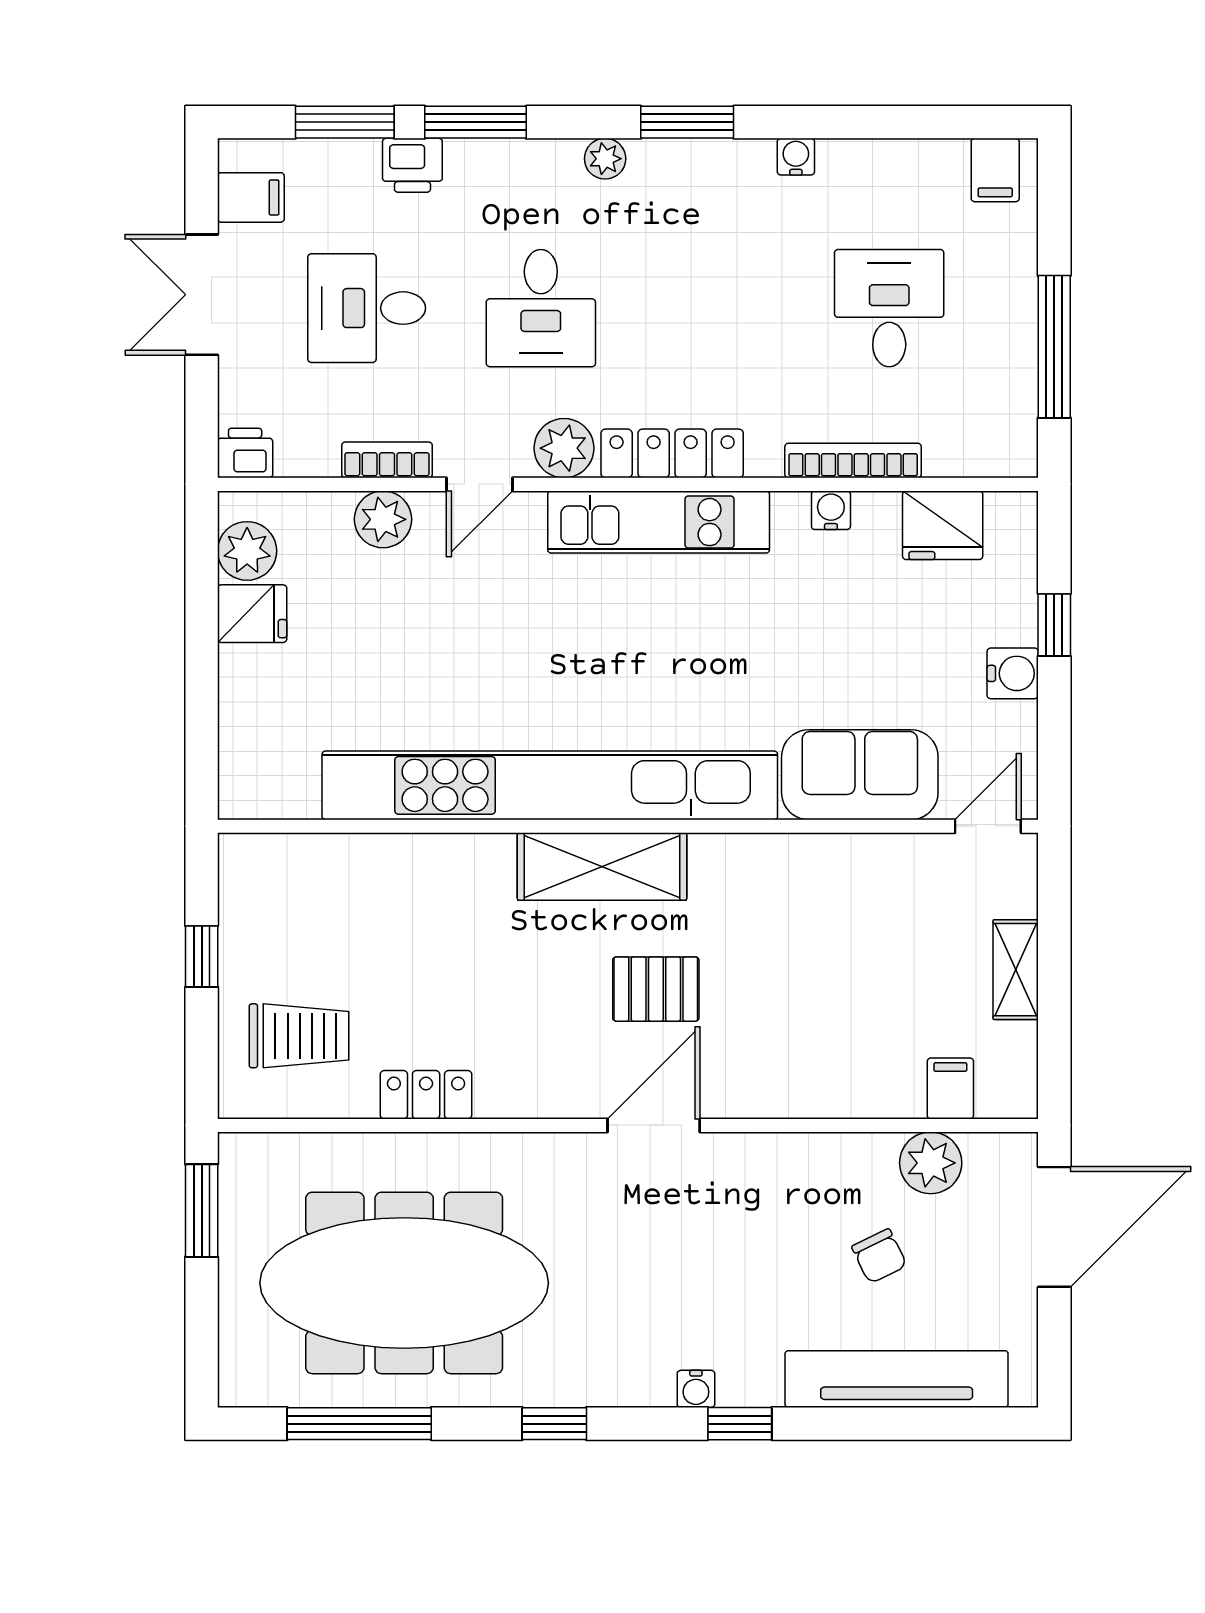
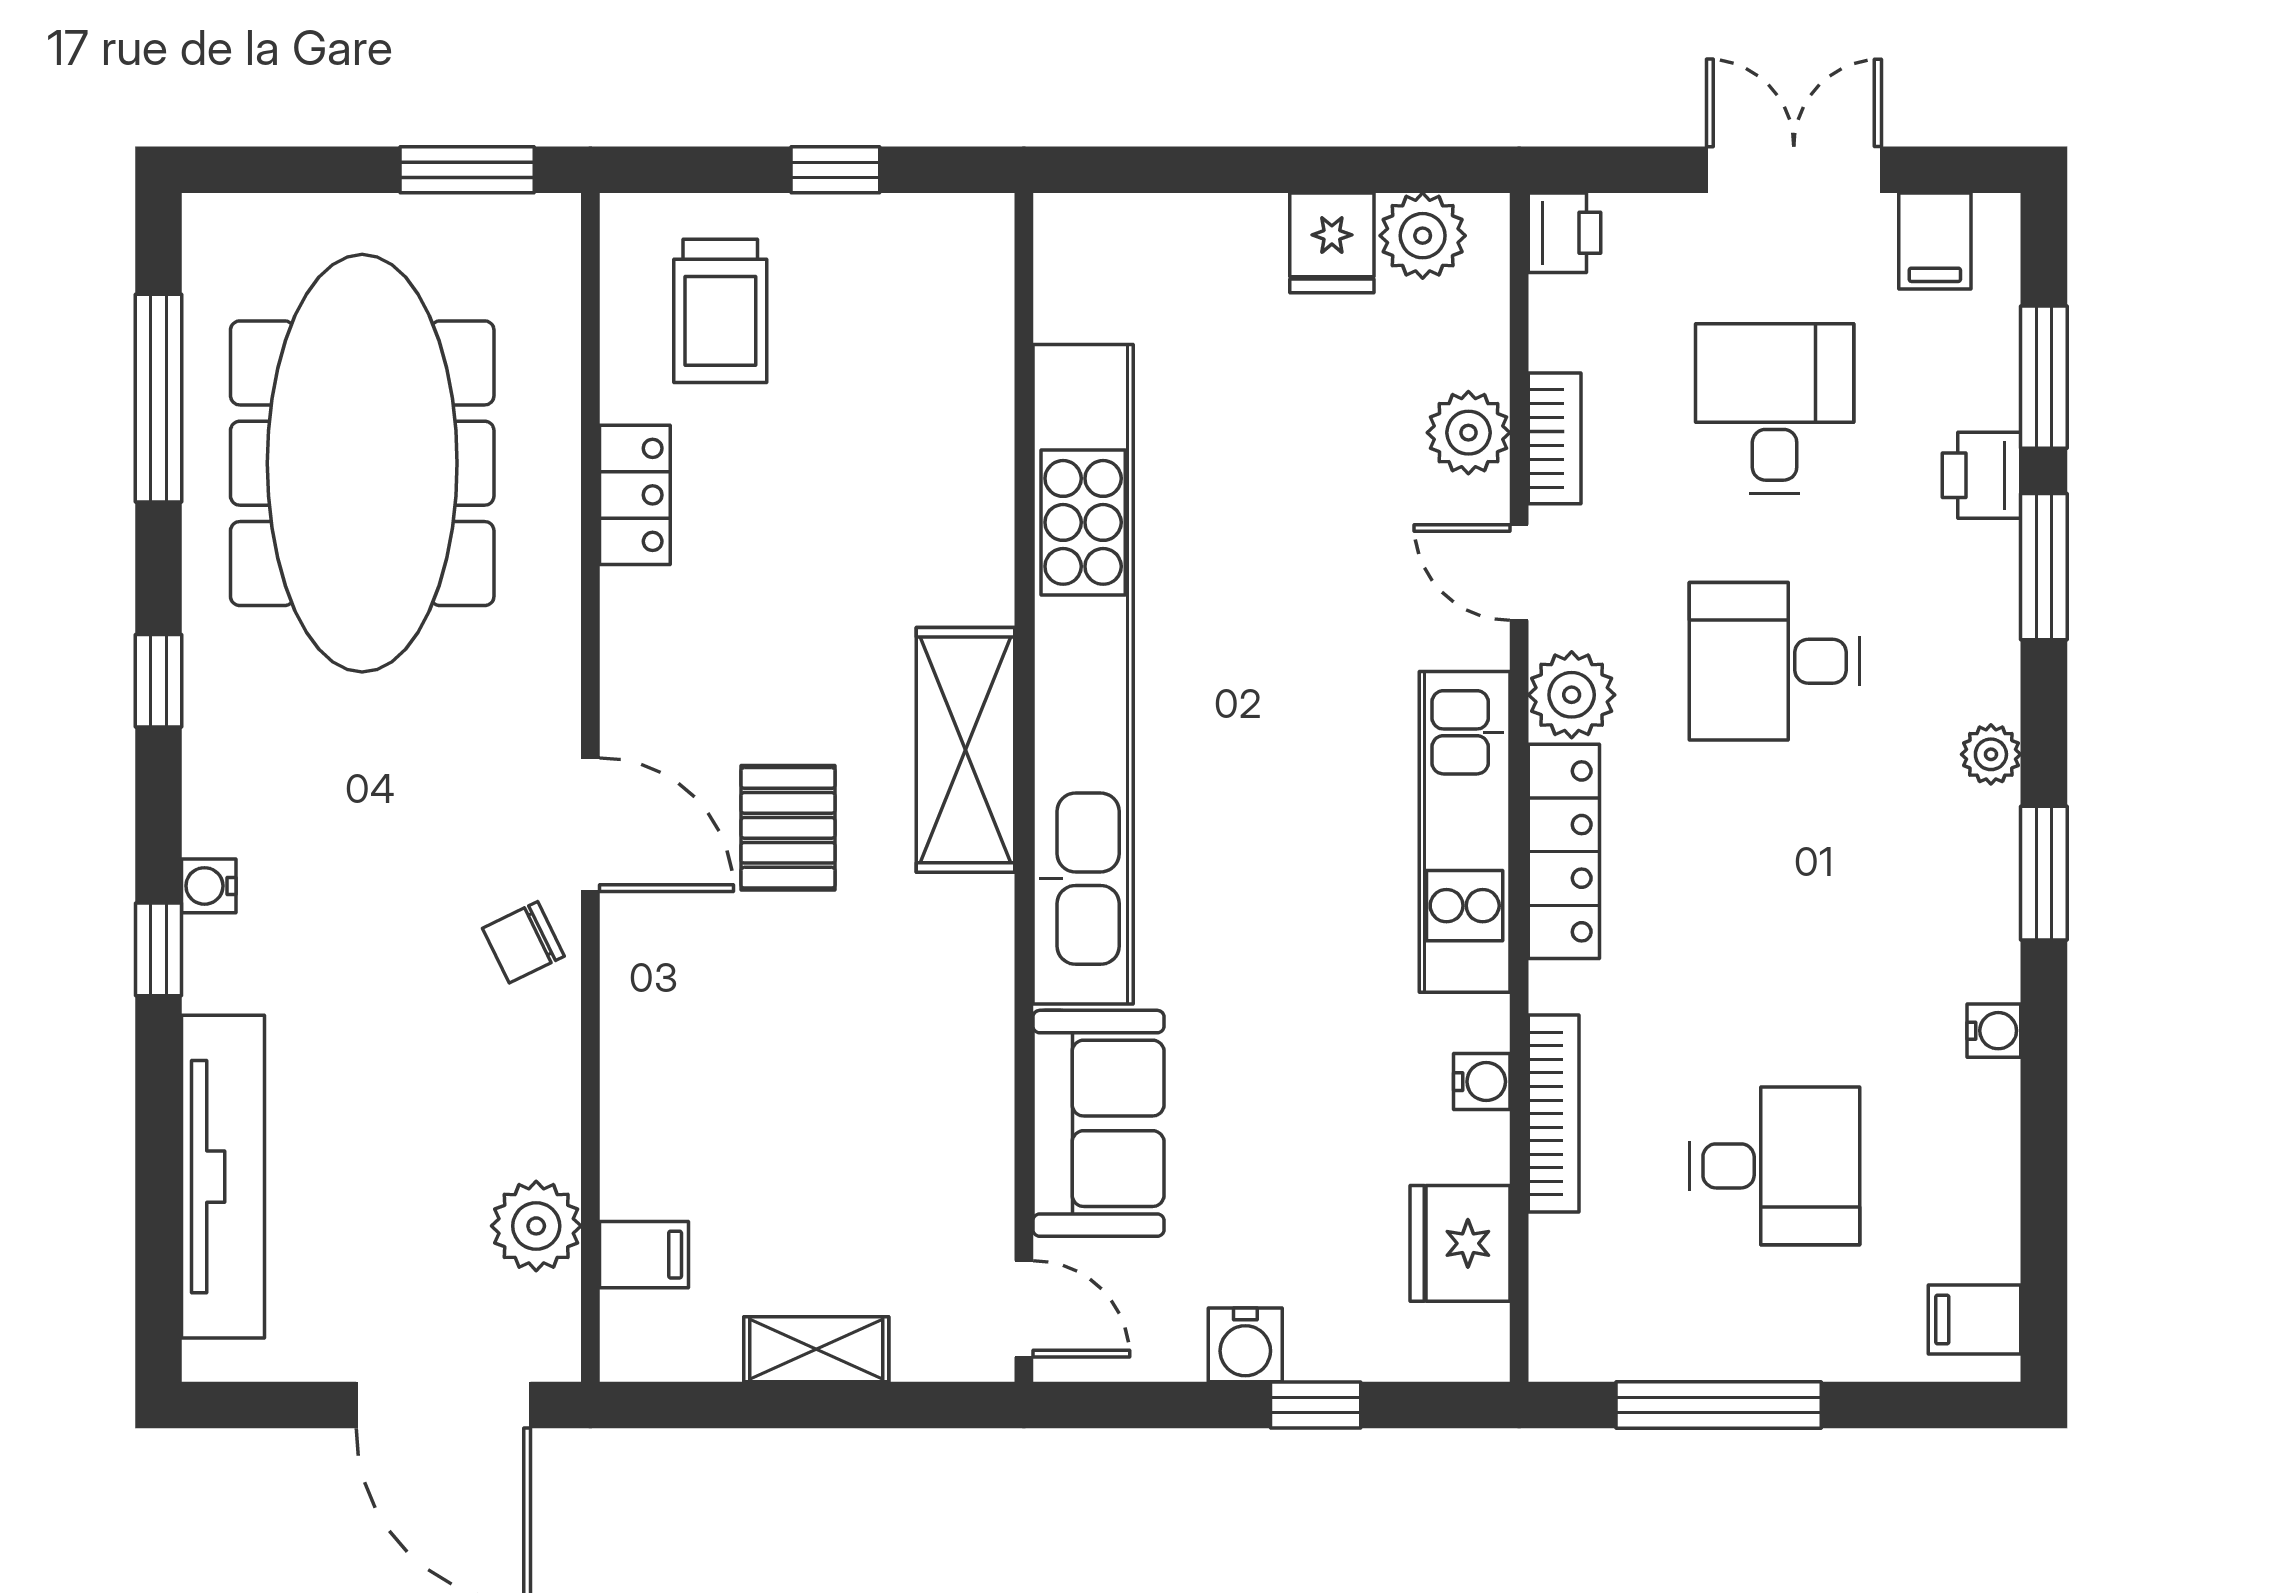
chair: (879, 1256) -> (523, 942), moved

